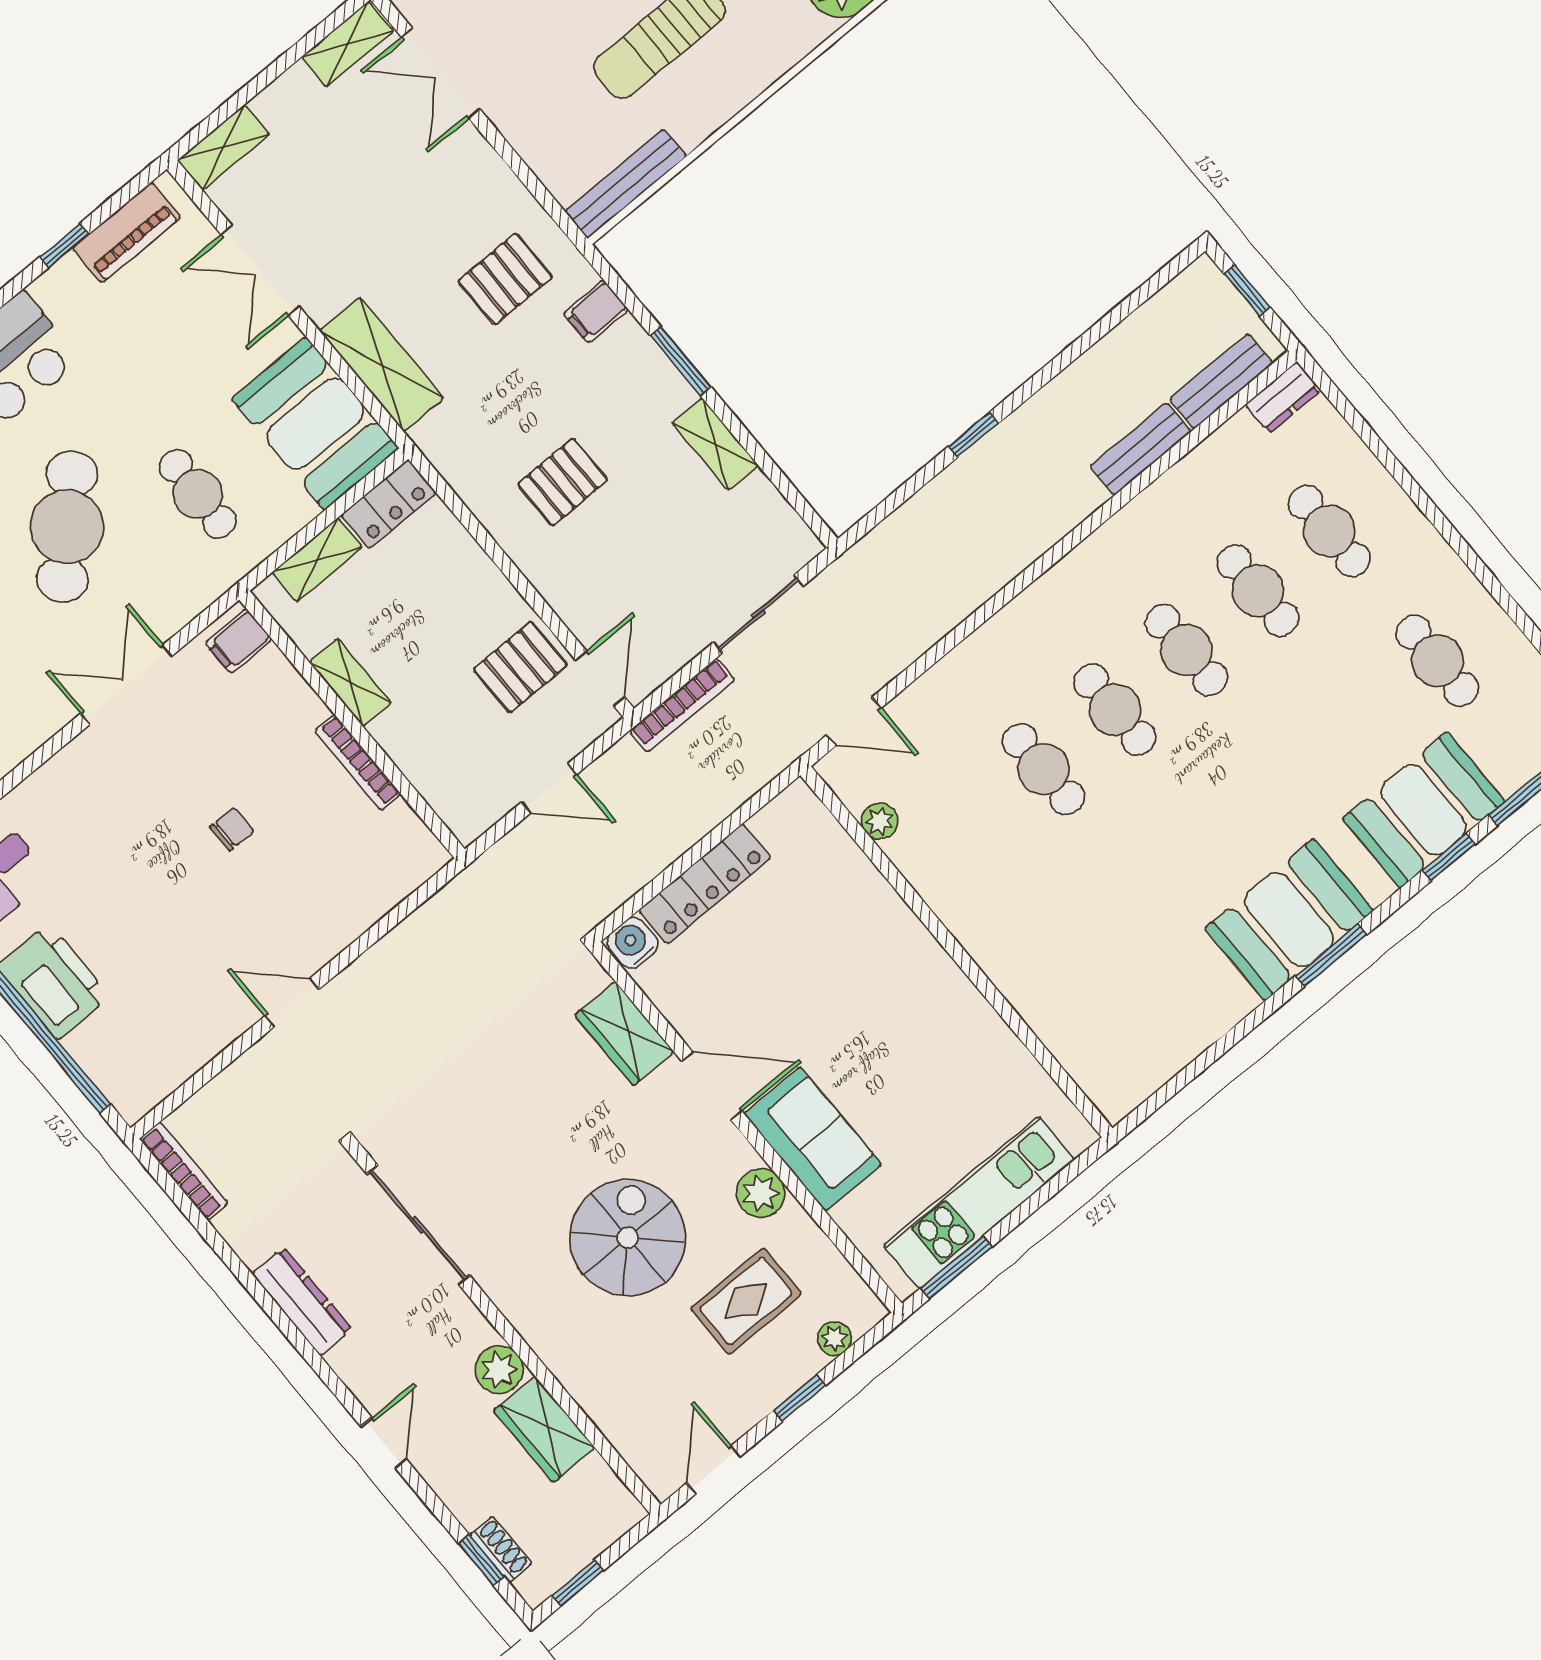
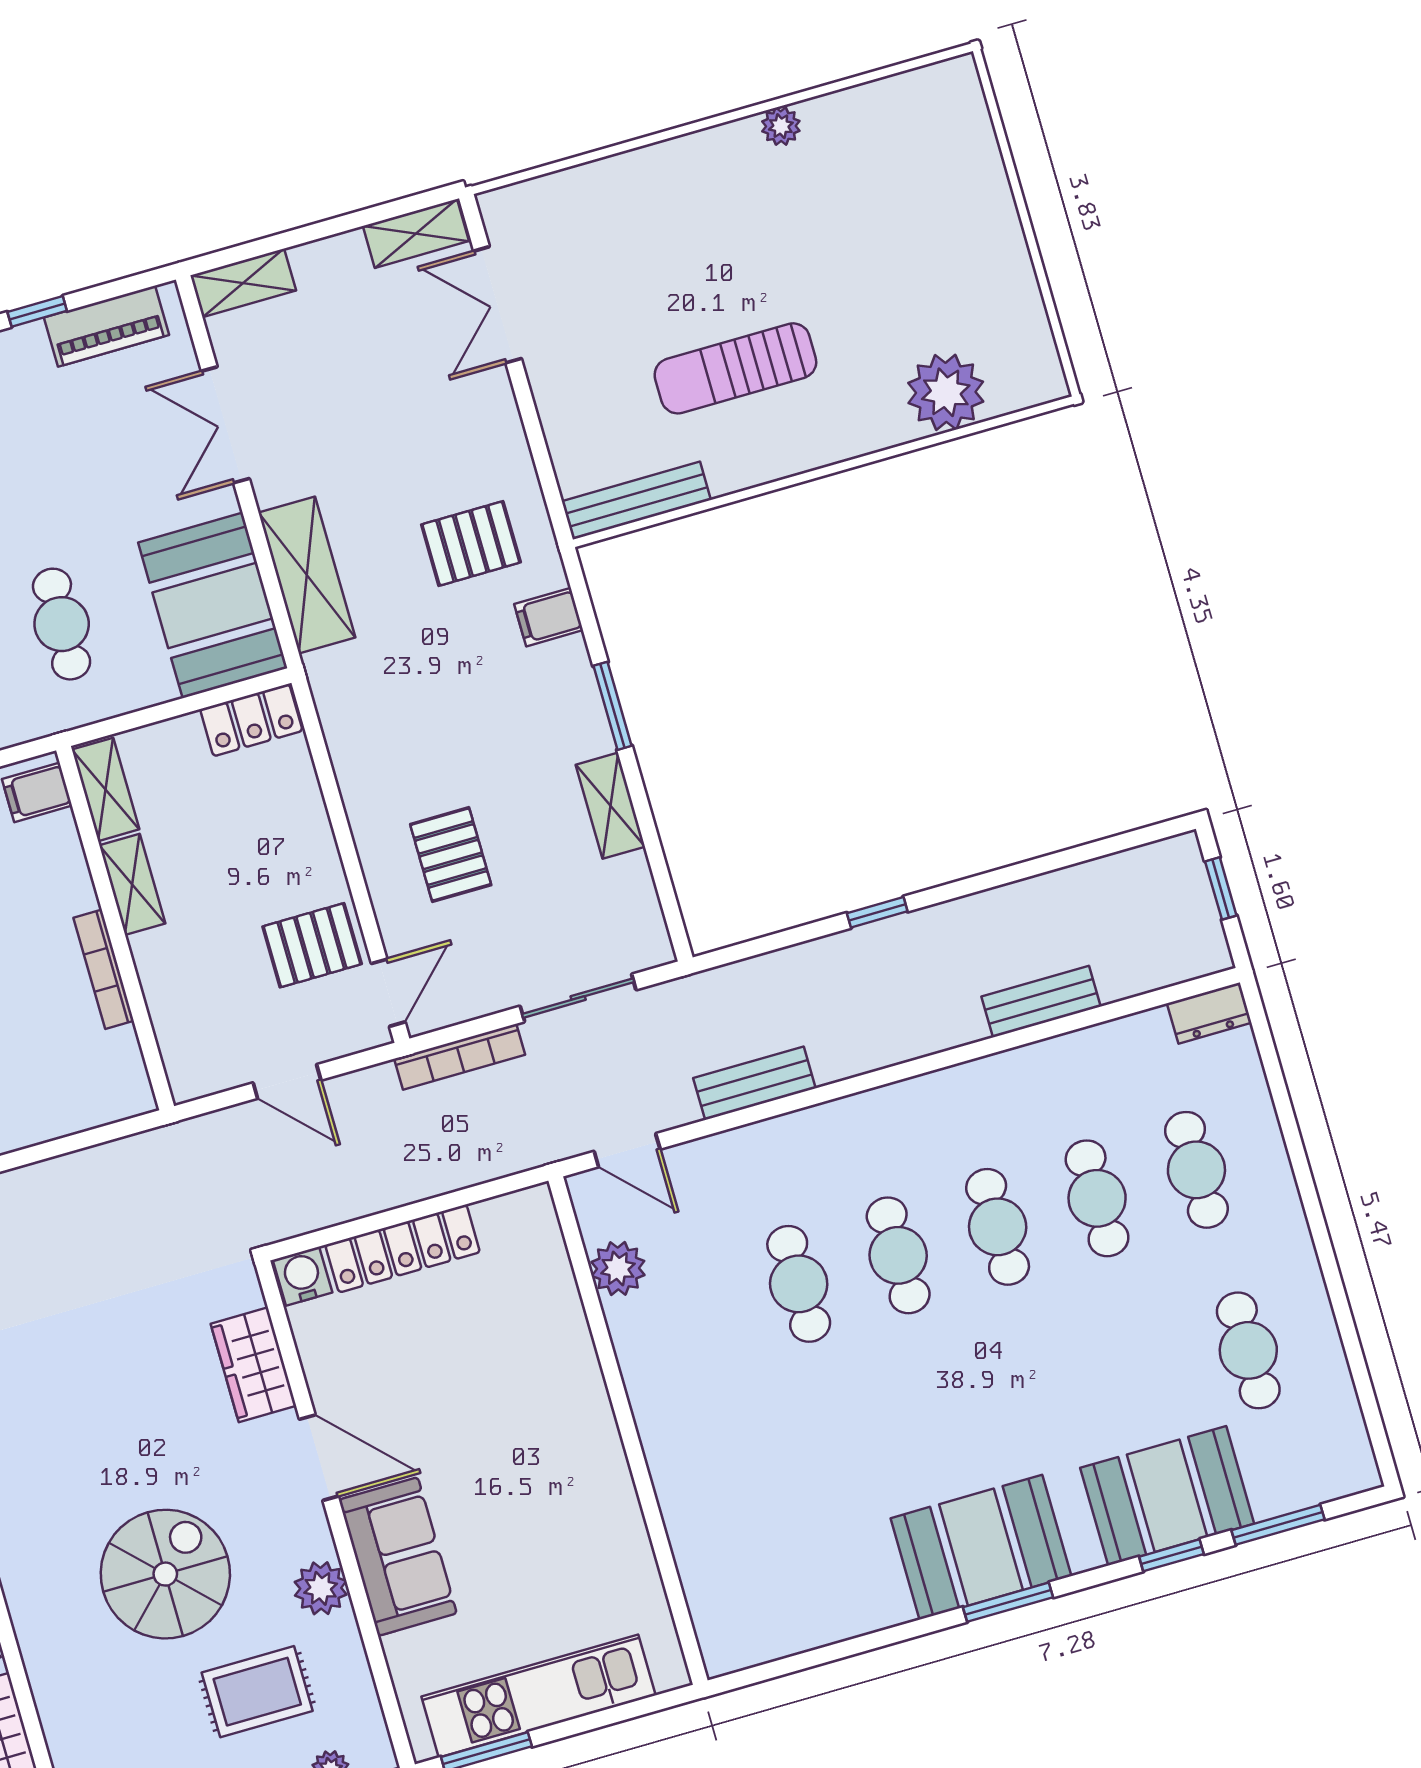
bench: (1221, 381) -> (754, 1083), moved
pallet: (563, 482) -> (451, 855), moved, turned 90
shelving: (317, 560) -> (106, 789), moved, turned 90
plant: (880, 821) -> (618, 1268), width x1.38, depth x1.38

